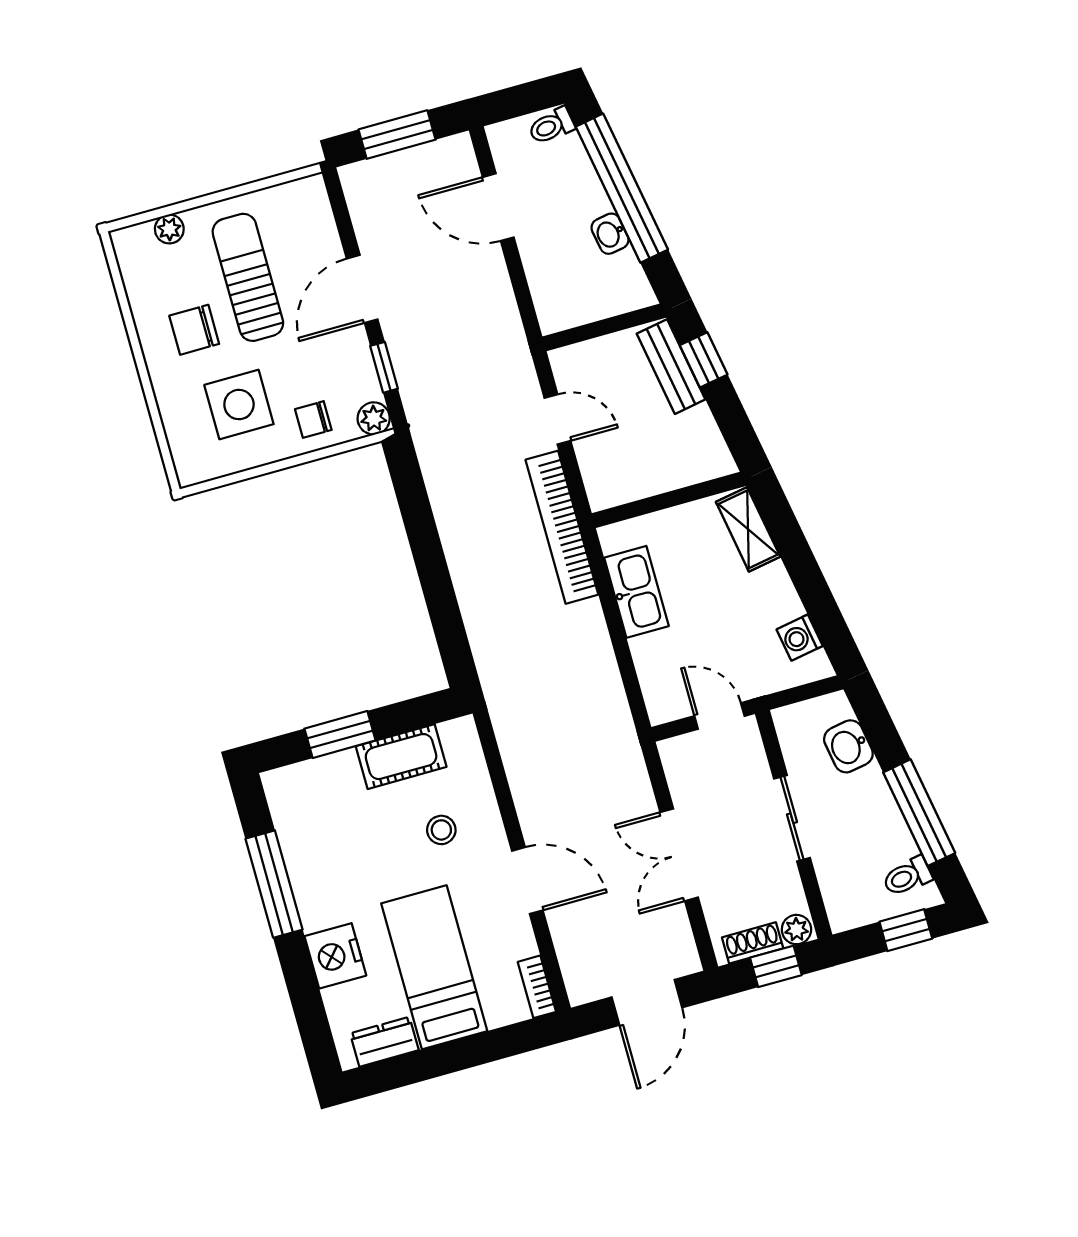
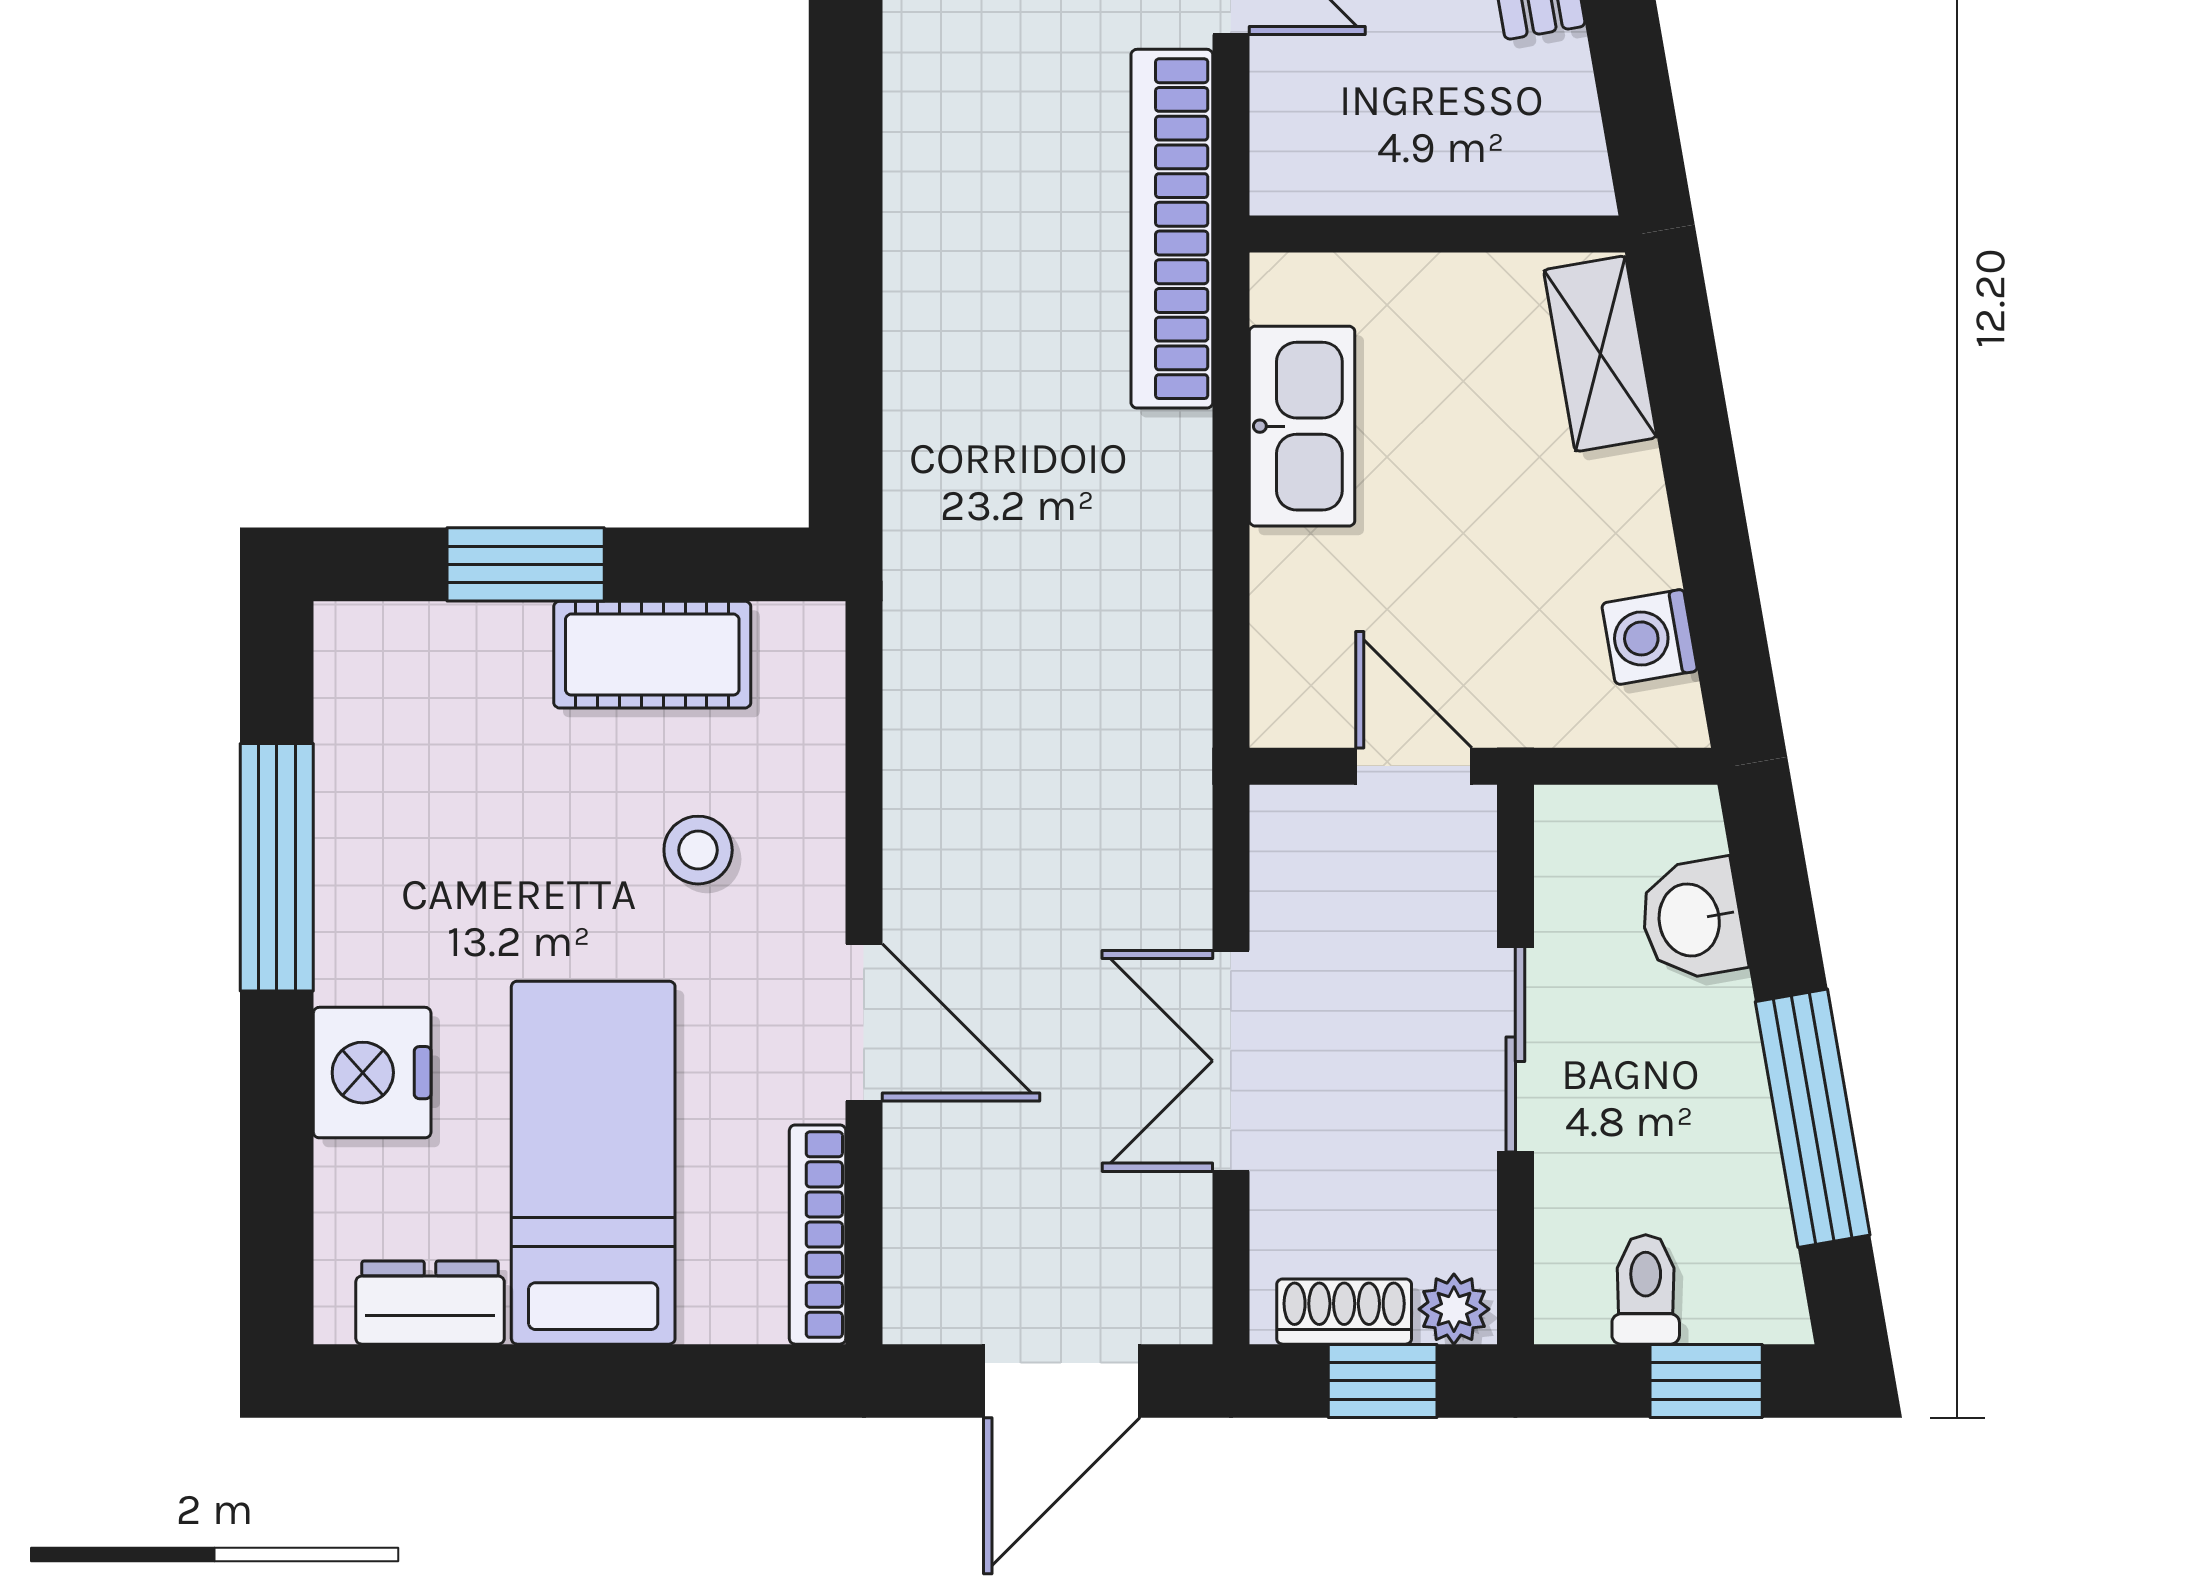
toilet: (907, 876) -> (1646, 1289), moved, turned 100
bookcase: (537, 987) -> (818, 1235), width x1.56

